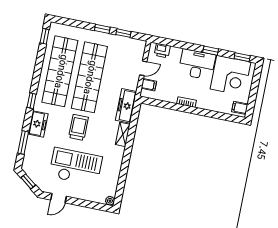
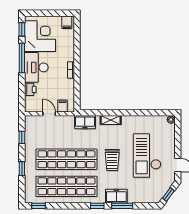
window: (102, 29) -> (22, 169), moved
printer: (162, 51) -> (30, 89), moved
window: (211, 51) -> (22, 58), width x2.17
freezer: (126, 106) -> (85, 122), width x0.71
trolley: (79, 127) -> (112, 160), turned -90
window: (23, 142) -> (122, 206), moved

